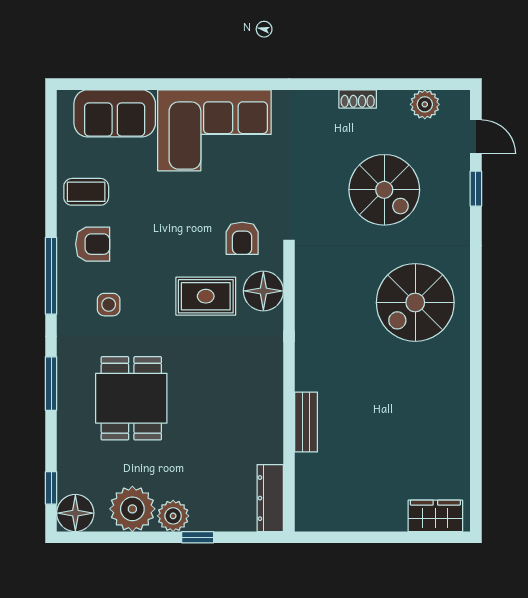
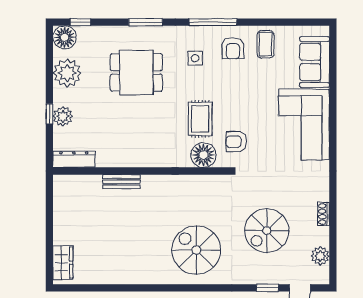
plant: (173, 516) -> (63, 116), moved

